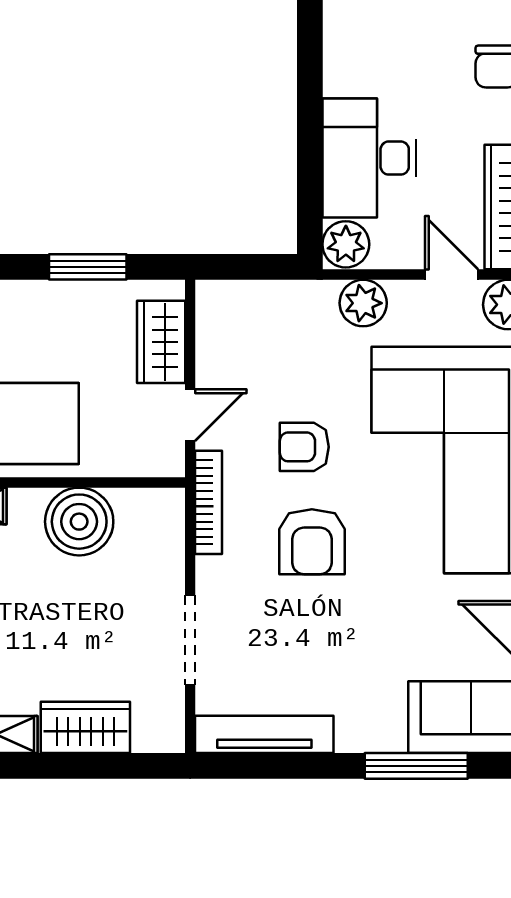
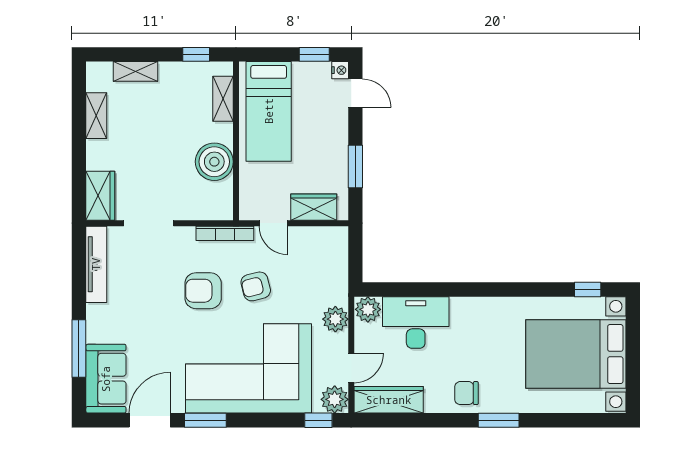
armchair: (304, 447) -> (256, 286), turned -104
wardrobe: (85, 727) -> (100, 196), moved

